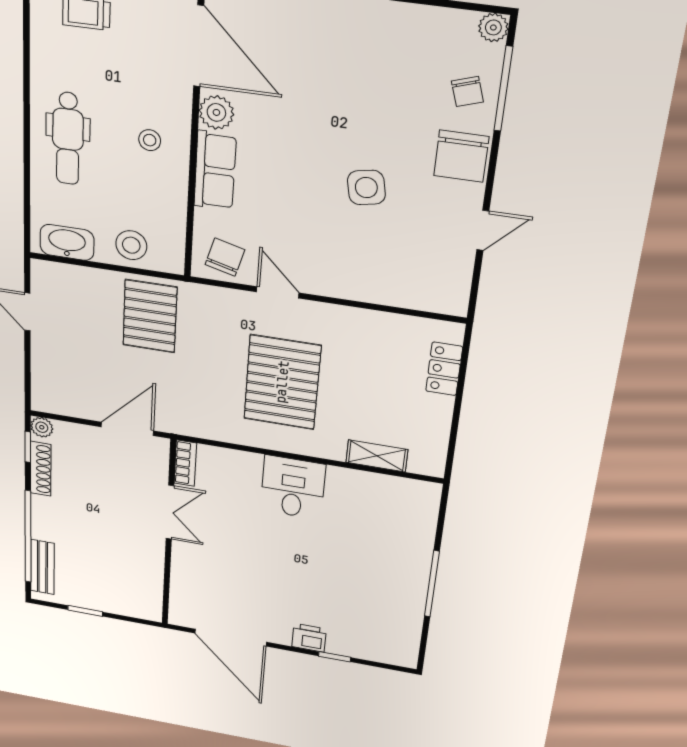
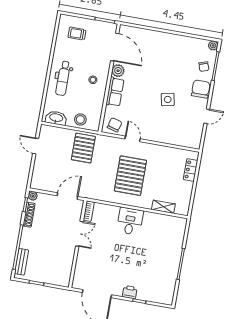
chair: (461, 156) -> (201, 89), turned 180

